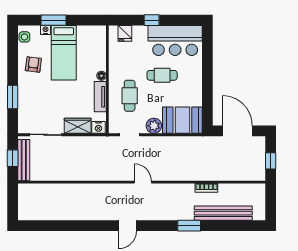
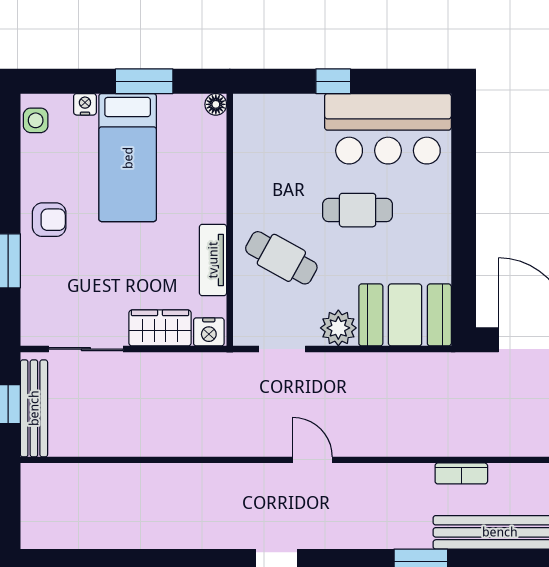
window: (54, 20) -> (144, 81), moved
fridge: (125, 33) -> (270, 112), removed
armchair: (33, 64) -> (49, 220), moved, turned 83
floor lamp: (101, 76) -> (216, 104), moved
cafe table: (130, 96) -> (281, 258), turned -61

